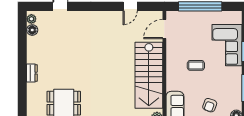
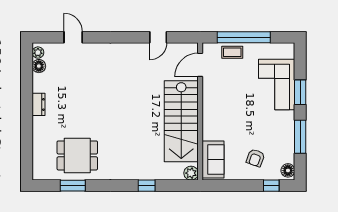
coffee table: (196, 65) -> (232, 52), moved
dresser: (32, 73) -> (38, 104), moved

